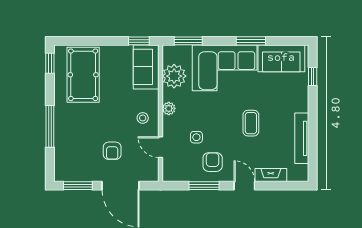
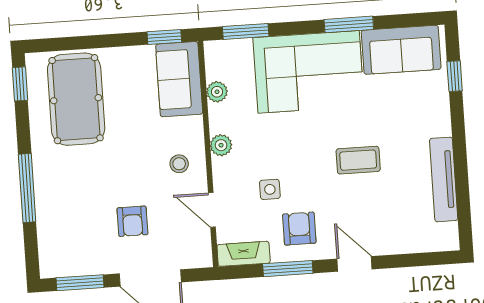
plant: (174, 76) -> (217, 92), width x0.53, depth x0.53
coffee table: (251, 123) -> (358, 160), turned 90
fireplace: (271, 175) -> (244, 254), moved

